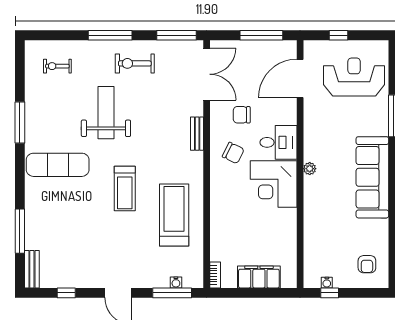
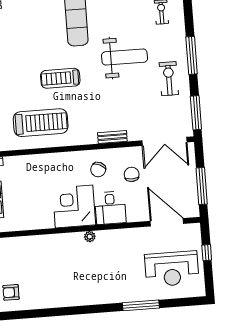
reception desk: (354, 77) -> (172, 269), turned 90
sofa: (372, 177) -> (86, 291), removed

